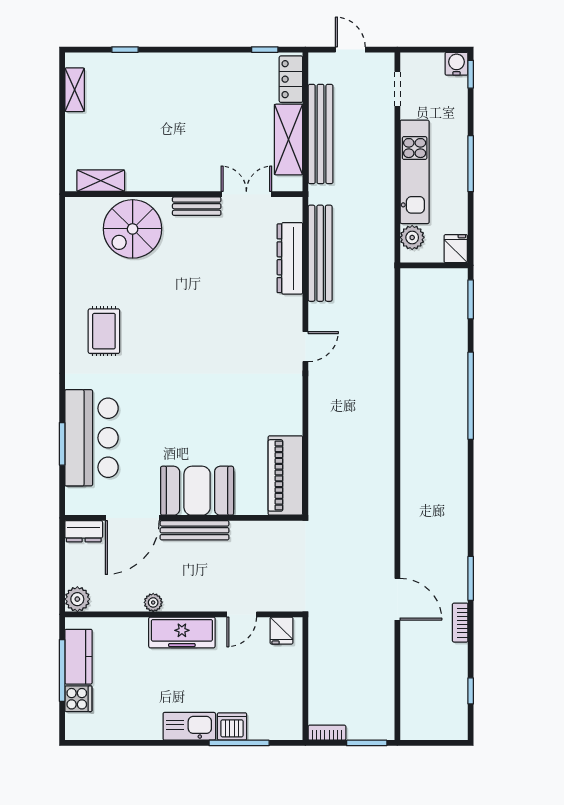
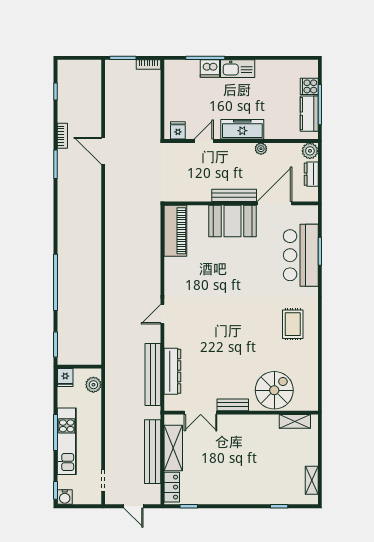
kitchen unit: (415, 172) -> (67, 441), moved, turned 180
dresser: (84, 531) -> (311, 174), moved, turned -90

